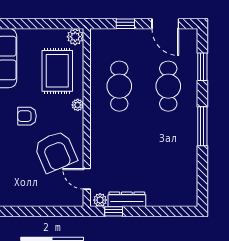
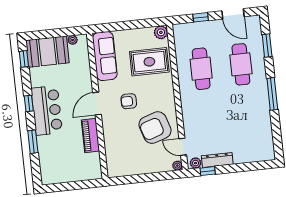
rug: (57, 71) -> (149, 62), turned 90
plant: (78, 105) -> (177, 166), moved
armchair: (55, 152) -> (155, 128), turned 95

